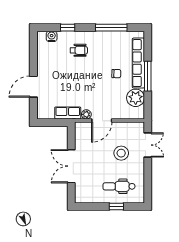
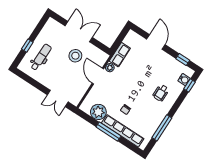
window: (68, 28) -> (190, 85), moved
window: (33, 50) -> (183, 59), added
stool: (121, 153) -> (75, 56), moved

